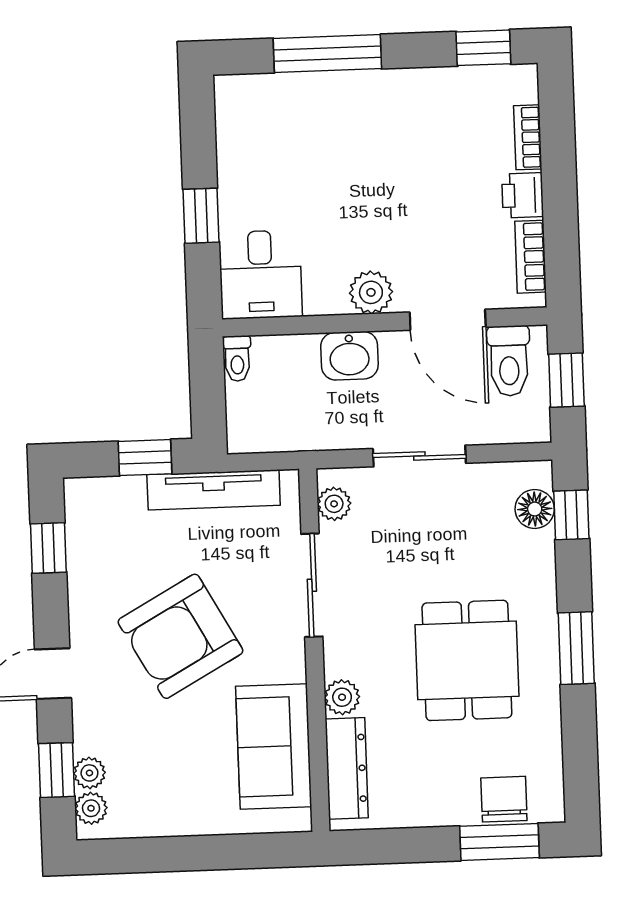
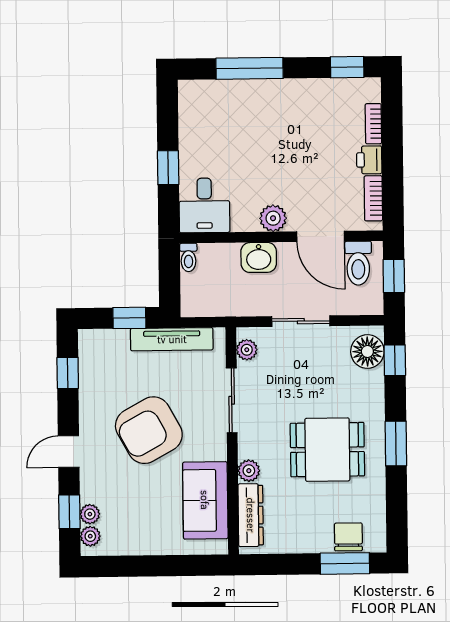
floor lamp: (535, 509) -> (367, 351), width x1.38, depth x1.38
dining table: (467, 660) -> (327, 450), turned 90

